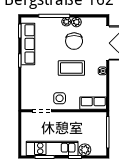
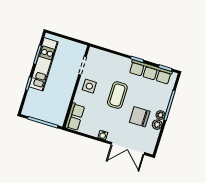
coffee table: (71, 68) -> (117, 95), moved
plant: (85, 150) -> (33, 95), removed

